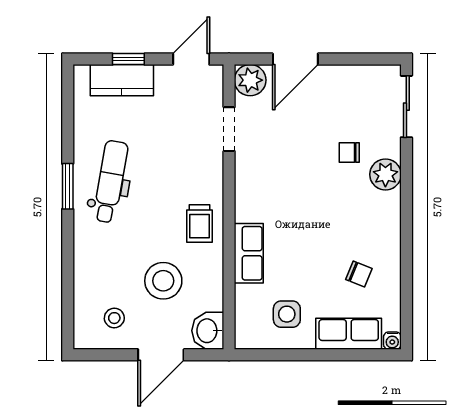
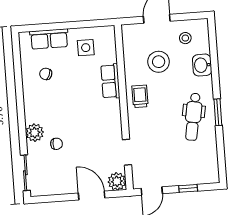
door: (295, 59) -> (92, 195), hinge flipped
kitchen counter: (122, 80) -> (191, 176), removed
washbasin: (208, 331) -> (202, 65), moved, turned 180
water cooler: (392, 341) -> (24, 37), removed

